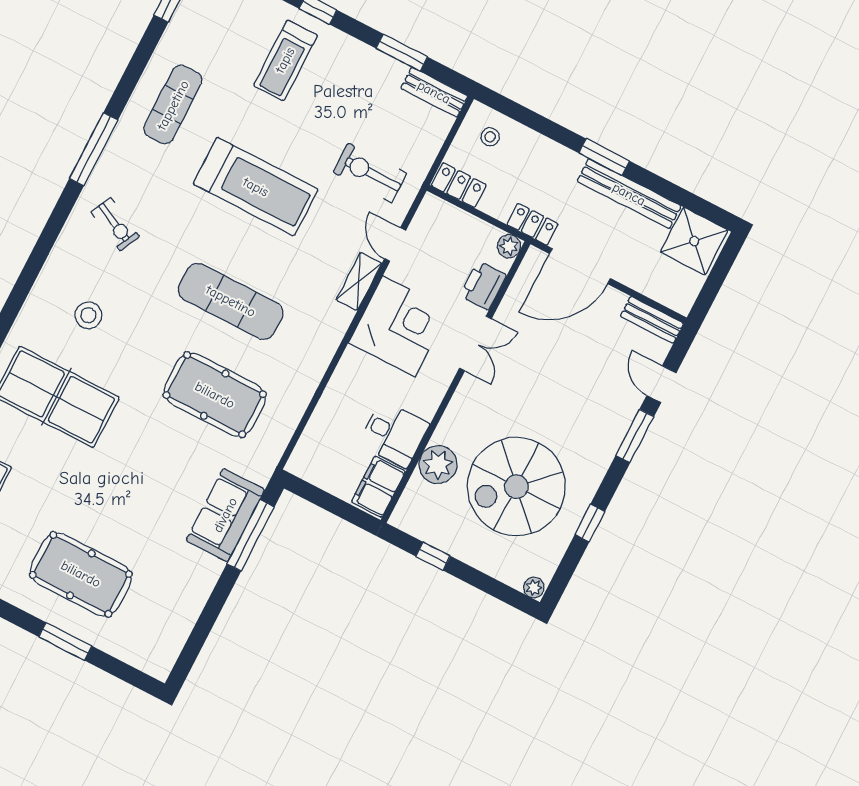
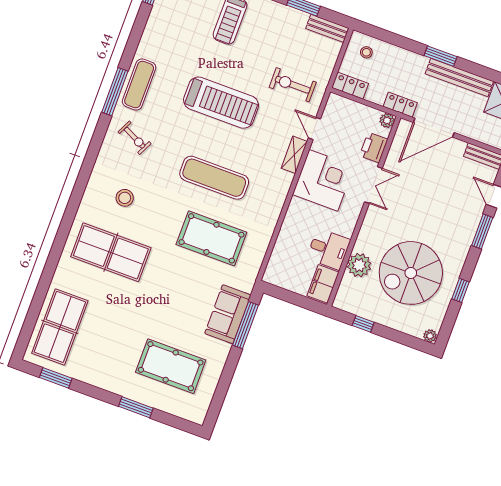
exercise mat: (173, 105) -> (139, 85), moved
pool table: (81, 574) -> (171, 366), moved

